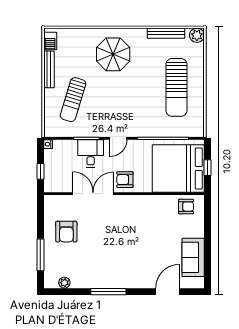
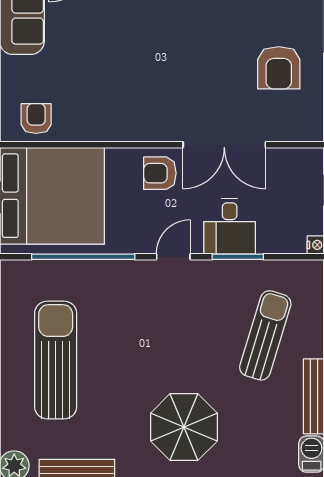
armchair: (125, 180) -> (160, 173), turned 180
armchair: (186, 207) -> (36, 119), turned 90
armchair: (66, 232) -> (279, 68), turned 180

